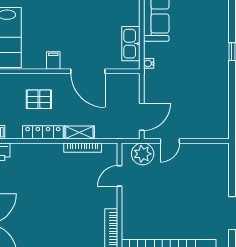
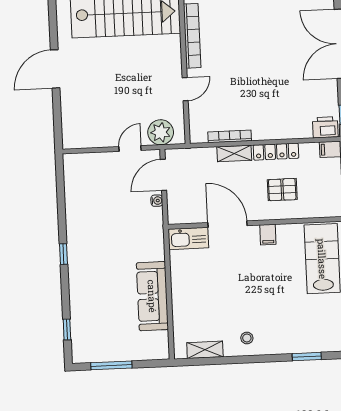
kitchen sink: (131, 44) -> (188, 238), moved, turned 90
water cooler: (149, 63) -> (157, 201), moved
door: (120, 176) -> (185, 89), moved

